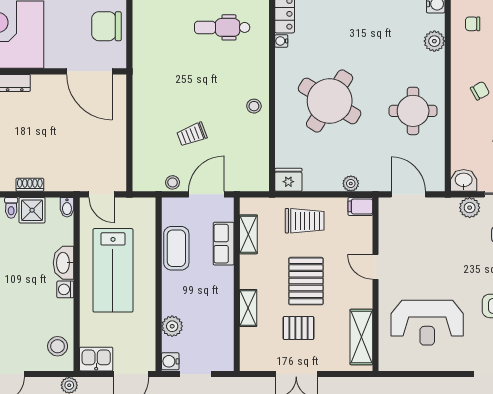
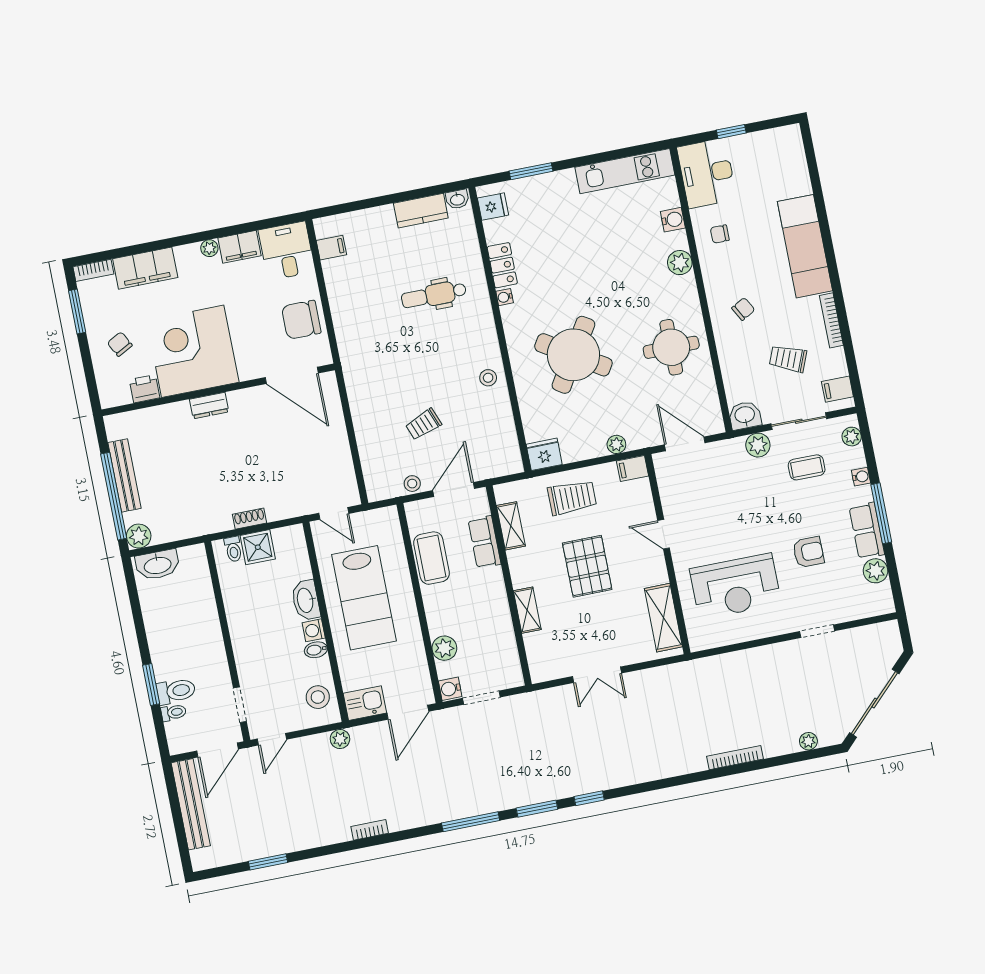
bidet: (67, 207) -> (316, 650), moved, turned 90
pallet: (298, 328) -> (589, 622), removed

